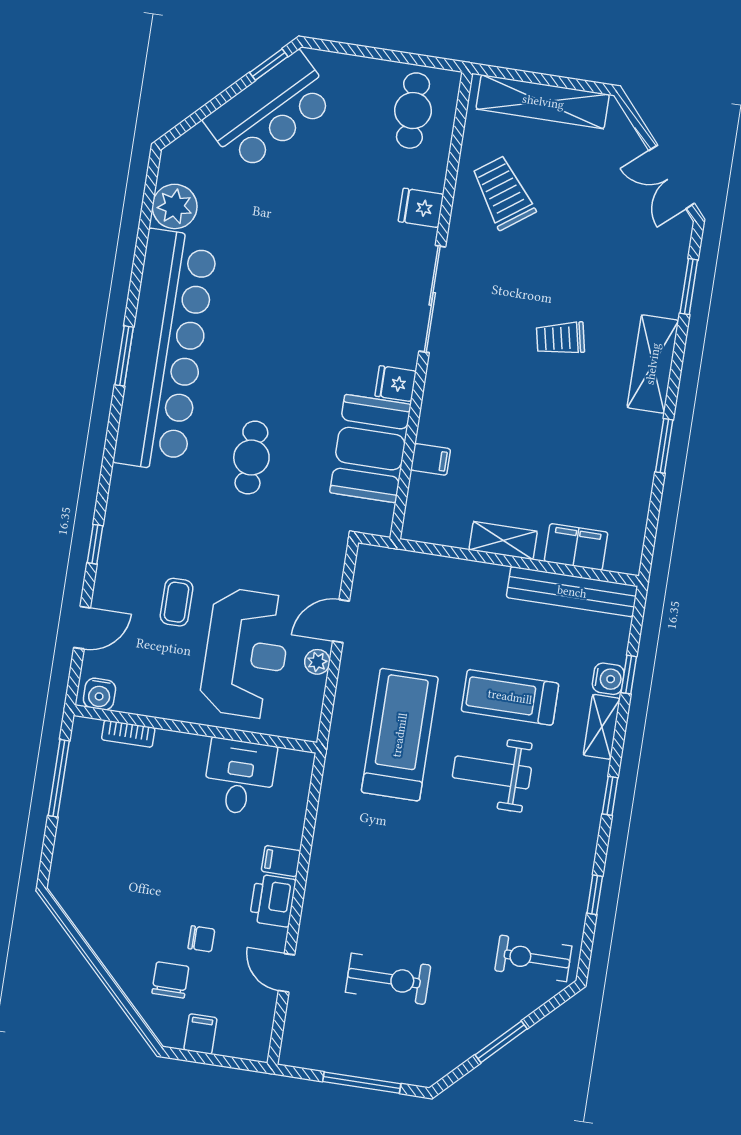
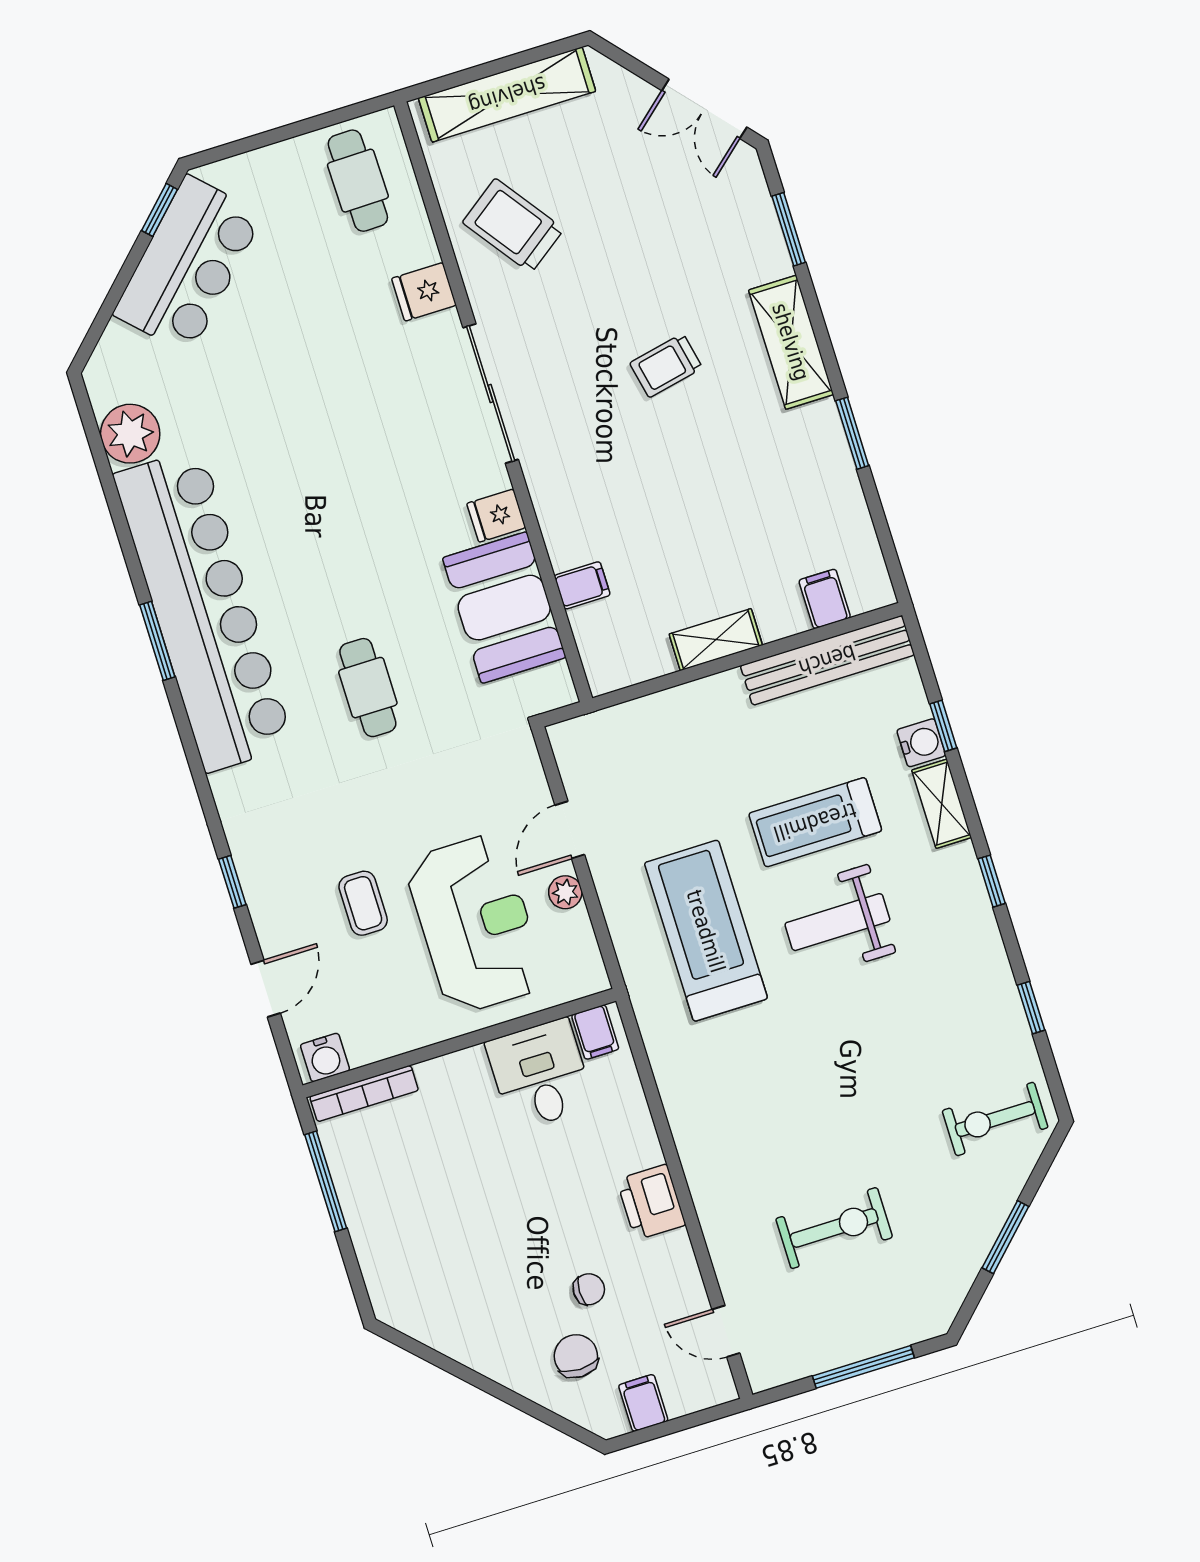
filing cabinet: (576, 547) -> (825, 599), width x0.50
bookcase: (128, 734) -> (364, 1094), width x1.56
filing cabinet: (281, 861) -> (595, 1032), moved, turned -90
door: (287, 973) -> (726, 1331), moved

